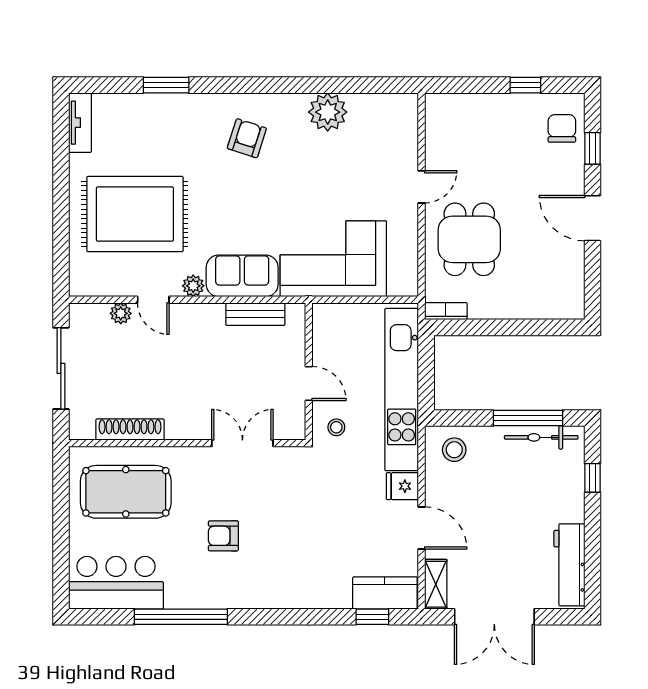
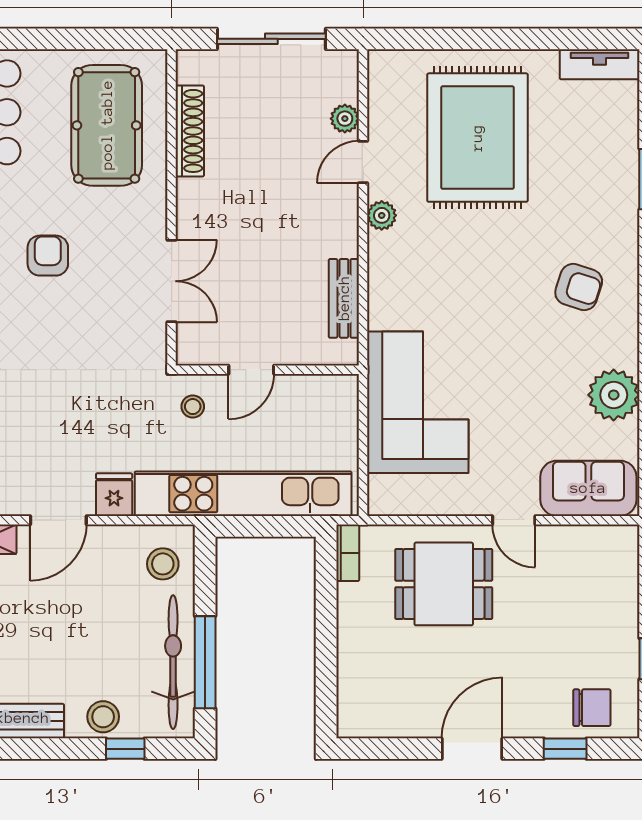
sofa: (242, 276) -> (588, 488), moved, turned -90
bicycle: (541, 437) -> (173, 662), width x1.37, depth x1.40
stool: (569, 494) -> (103, 717), added

